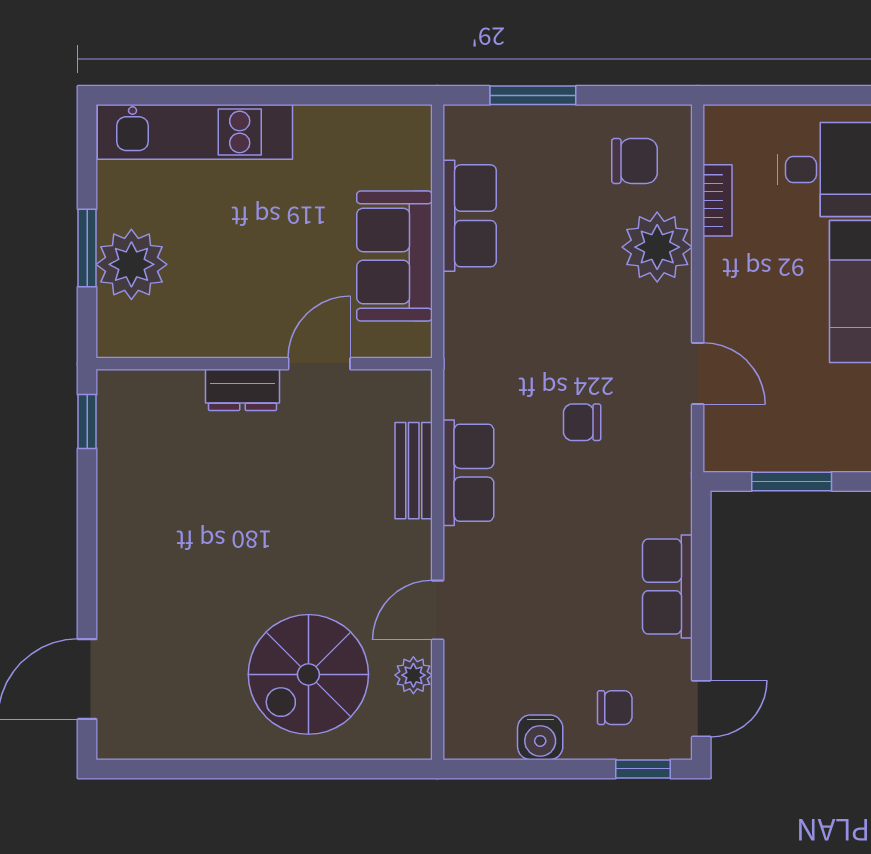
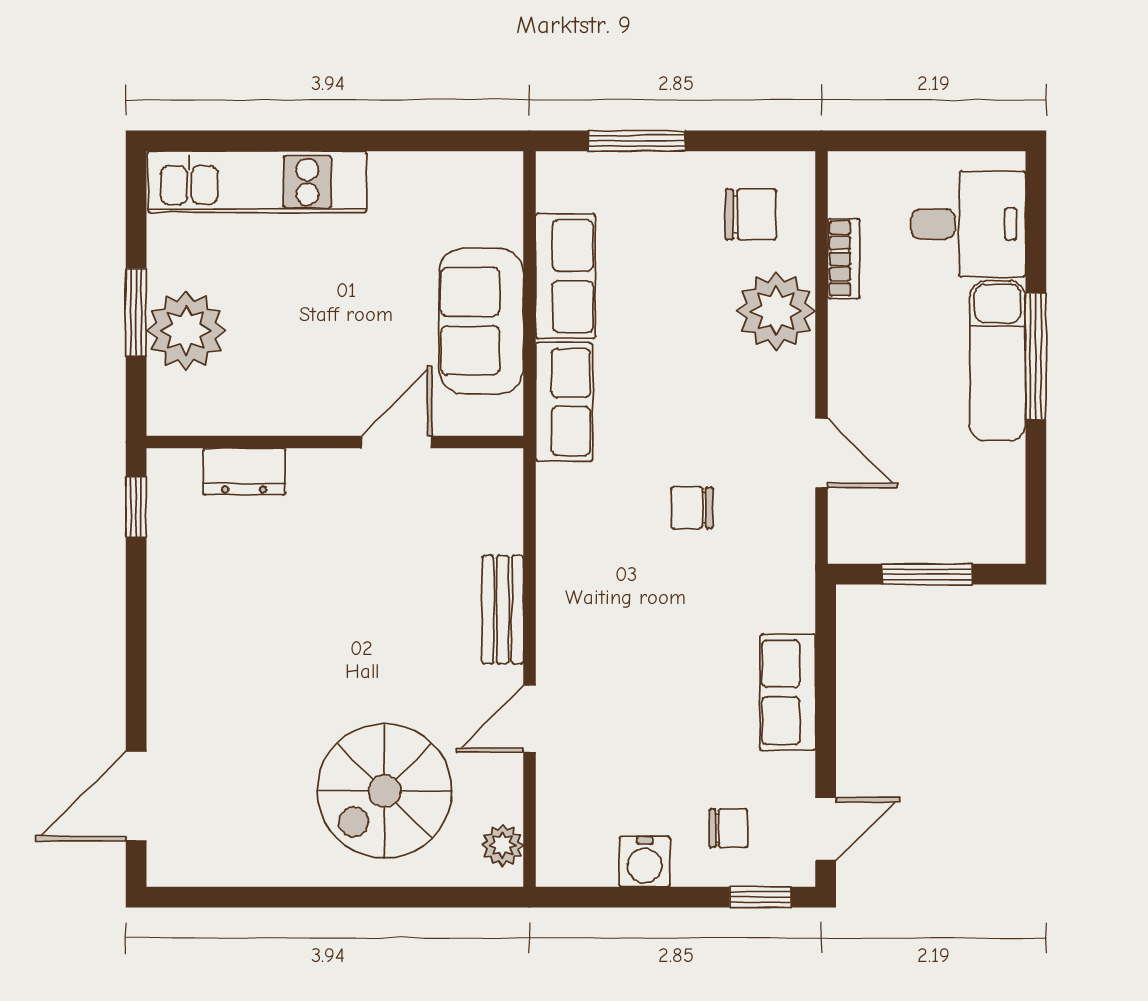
dresser: (243, 390) -> (244, 471), moved
bench: (414, 471) -> (503, 610), moved
row of seats: (468, 473) -> (564, 402), moved
plant: (413, 675) -> (502, 845), moved

